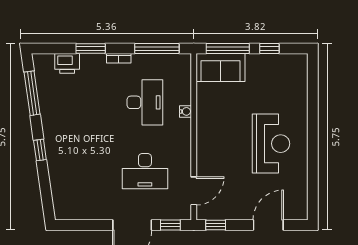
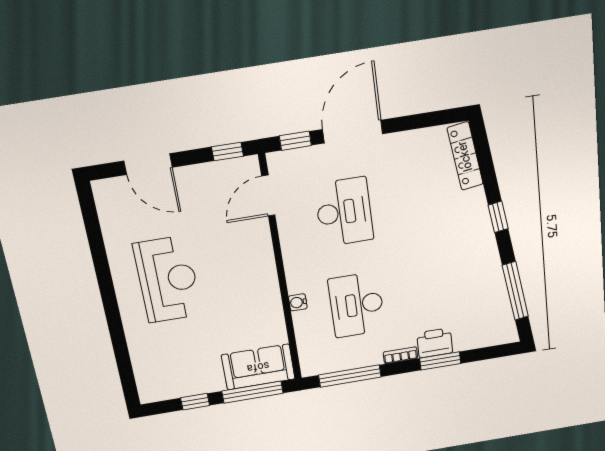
printer: (67, 63) -> (435, 343), moved
reception desk: (271, 144) -> (168, 279), turned 180
desk: (145, 171) -> (344, 212), turned 90
locker: (59, 196) -> (465, 156), added
door: (268, 225) -> (148, 164), hinge flipped

